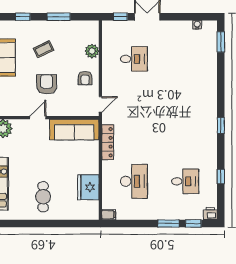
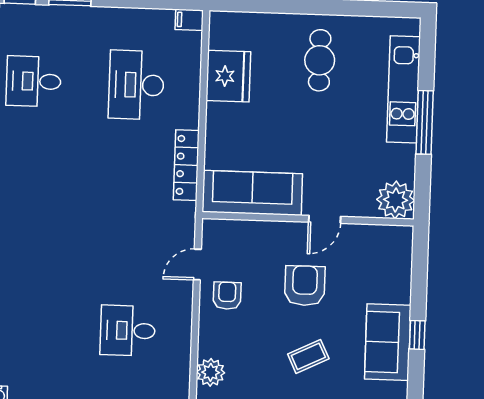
plant: (92, 51) -> (211, 372), moved
armchair: (47, 84) -> (305, 286), turned 180
door: (100, 104) -> (197, 265), moved

